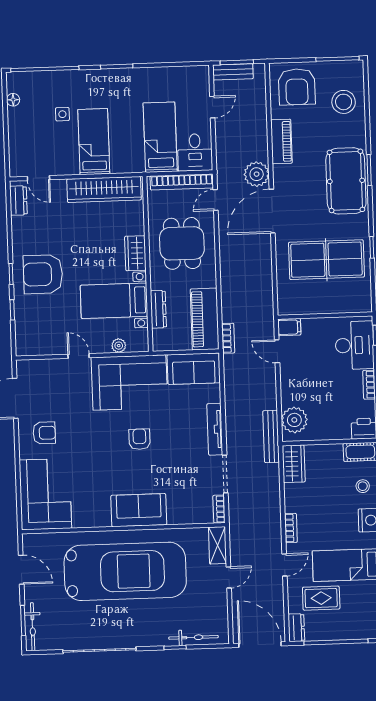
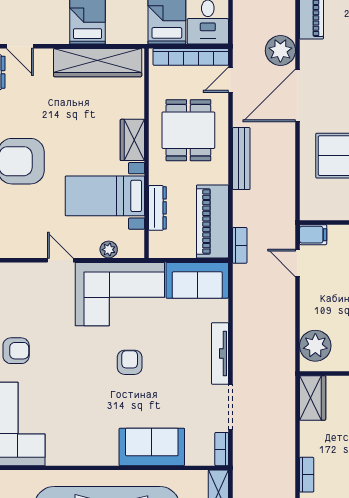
bench: (271, 436) -> (241, 159), moved
sofa: (139, 510) -> (152, 447), moved

